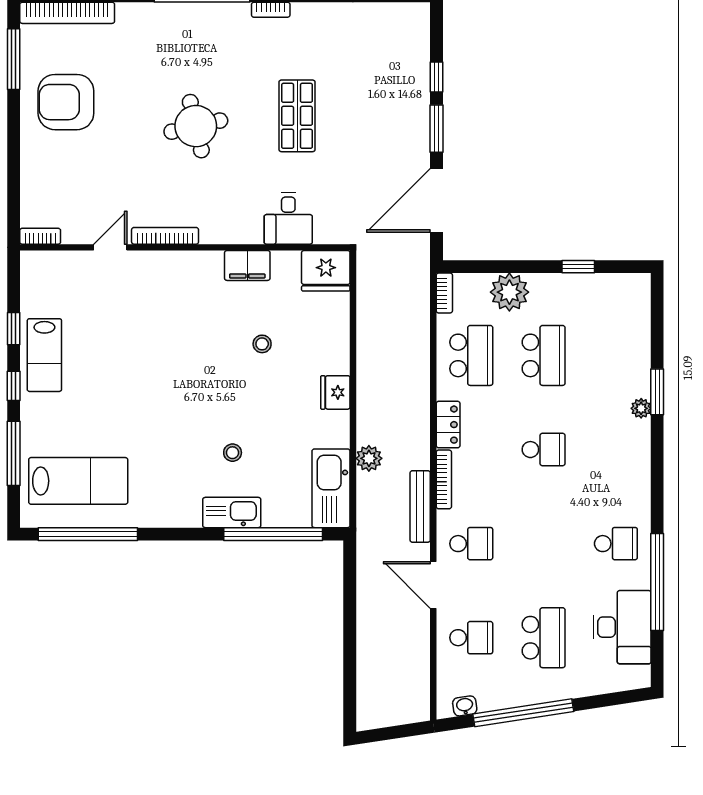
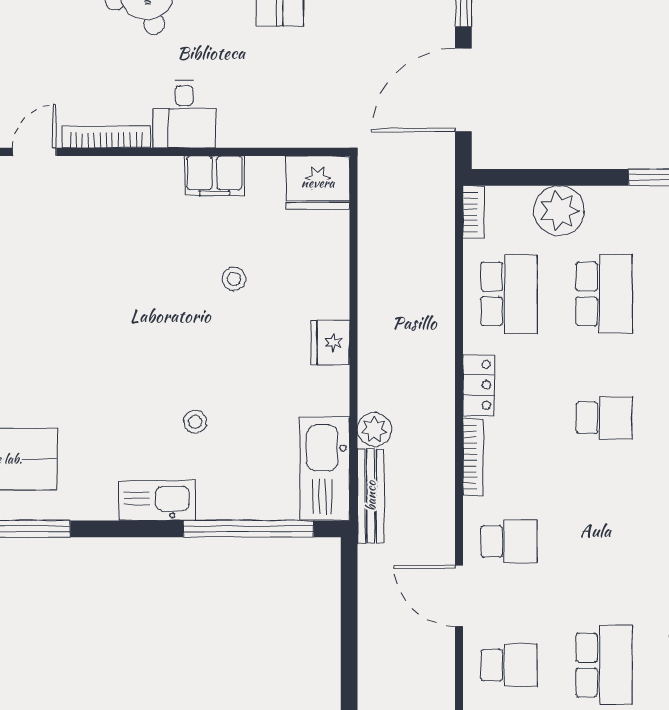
desk: (288, 219) -> (184, 114), moved
bench: (420, 506) -> (371, 496), moved
kitchen sink: (232, 512) -> (157, 500), moved

